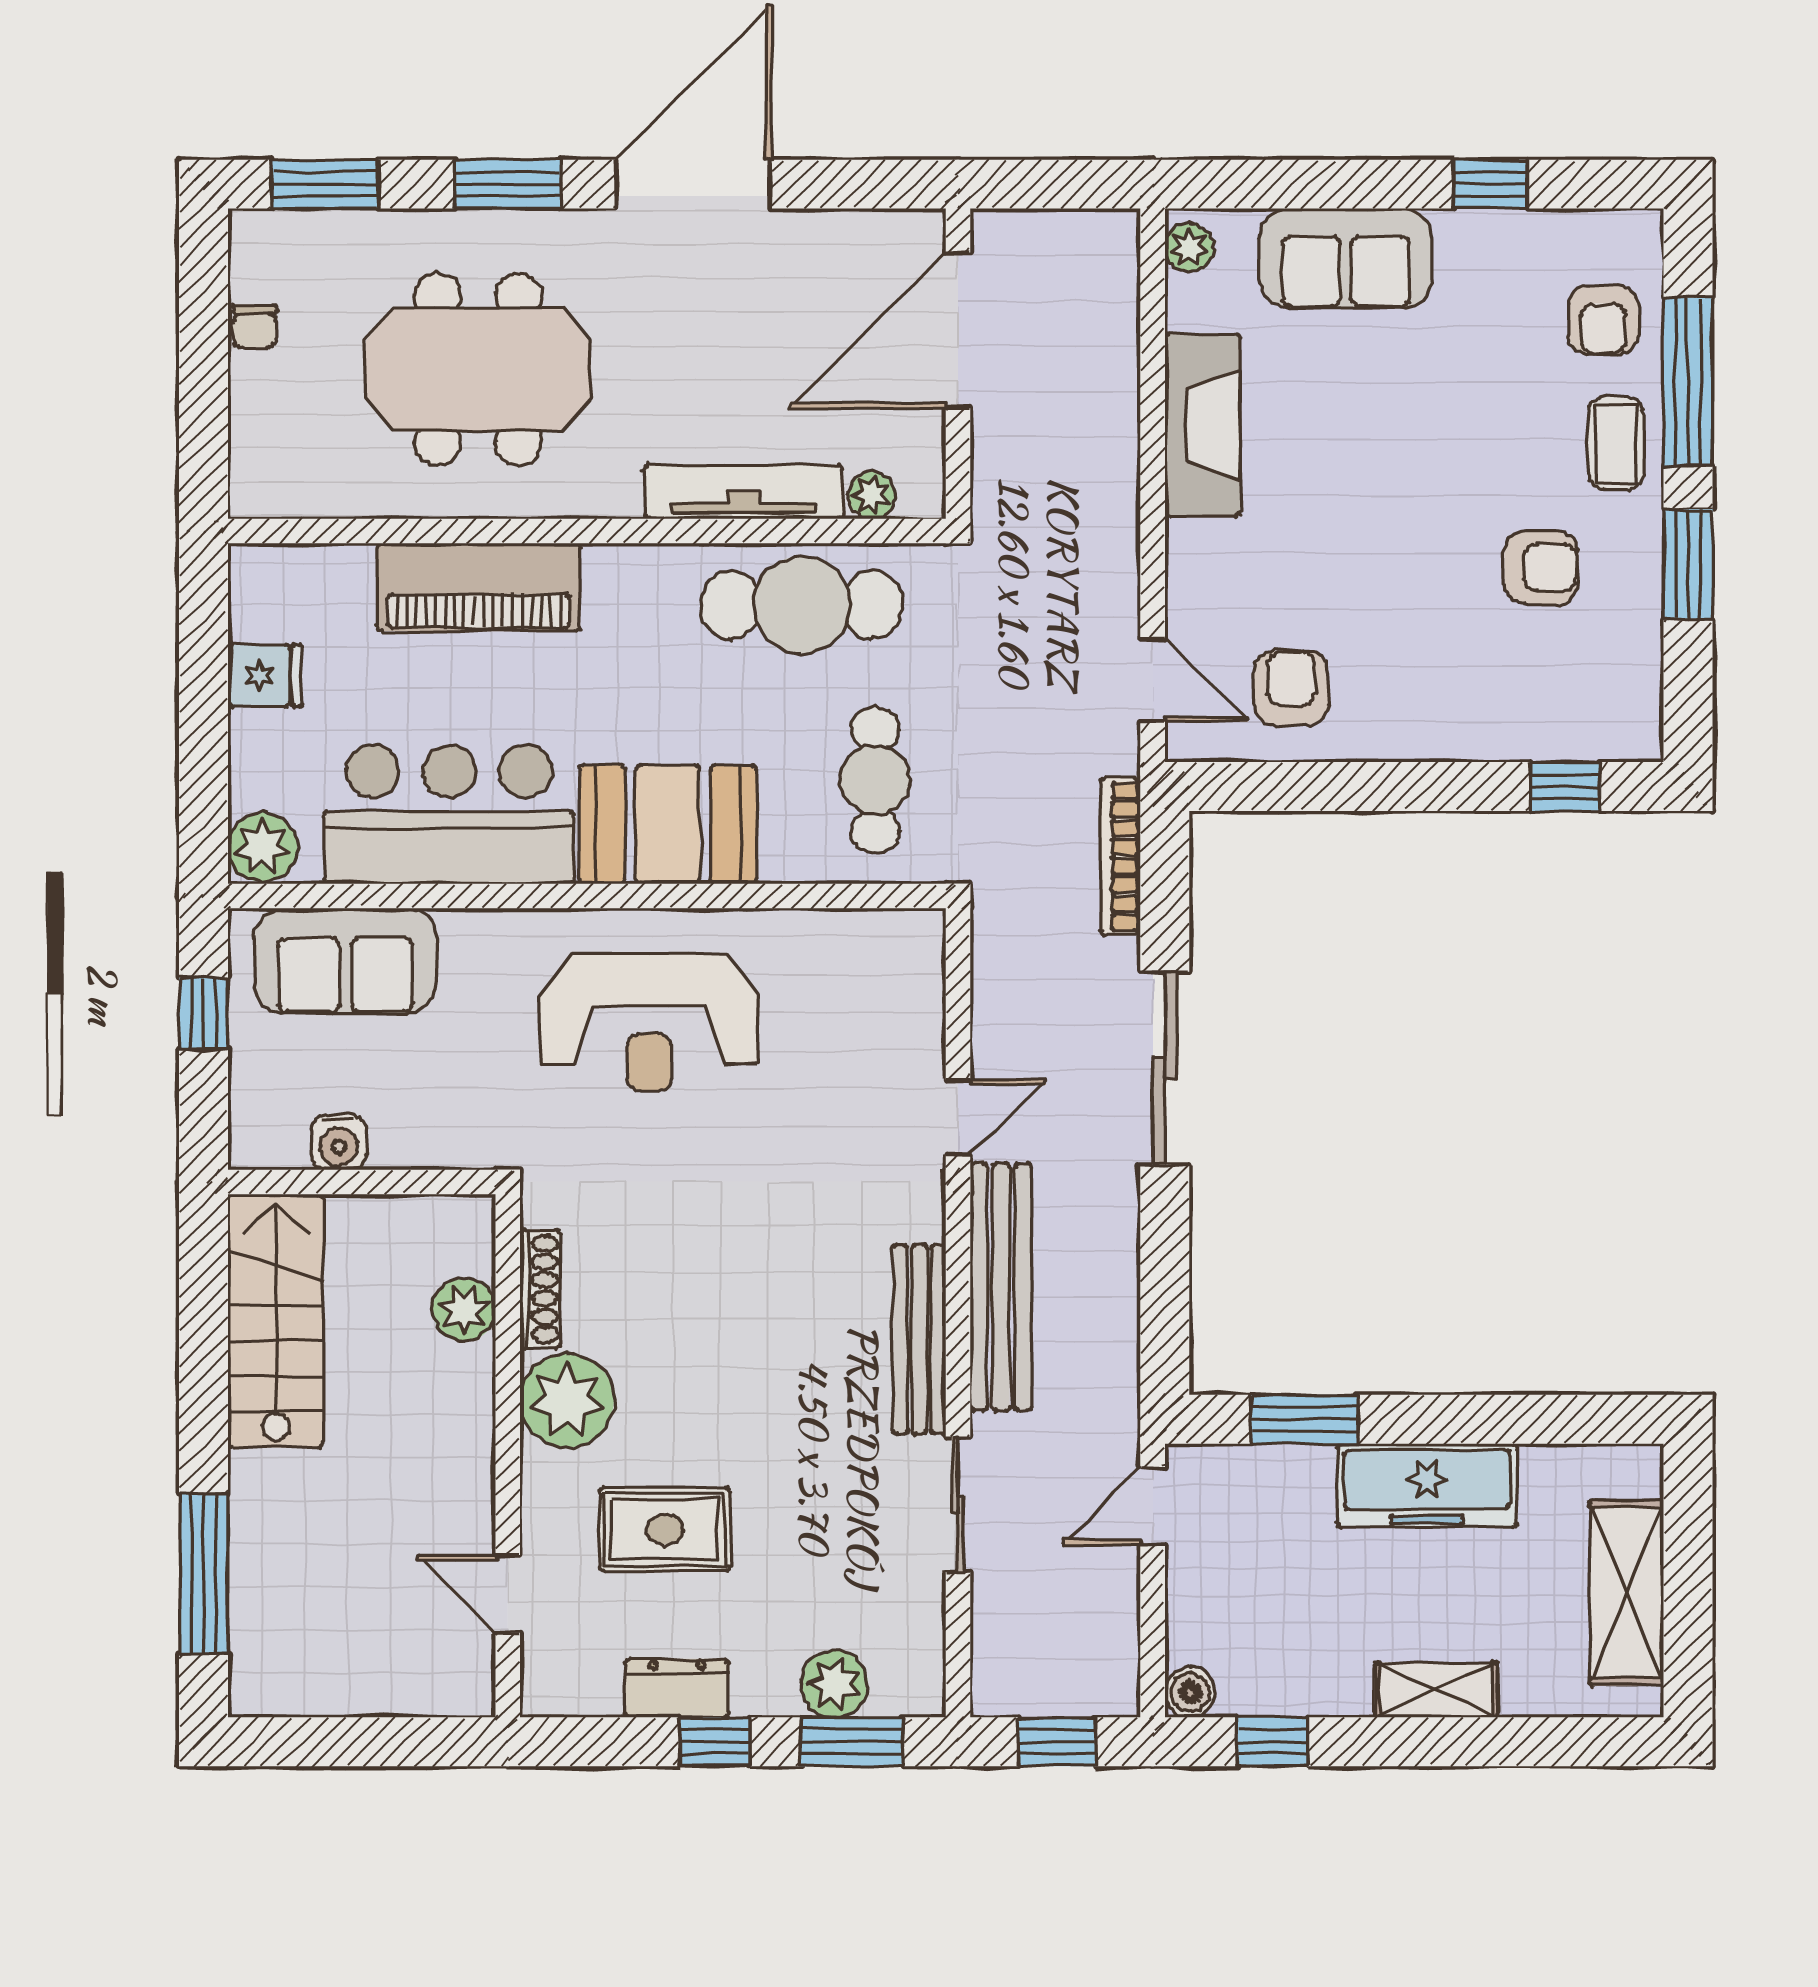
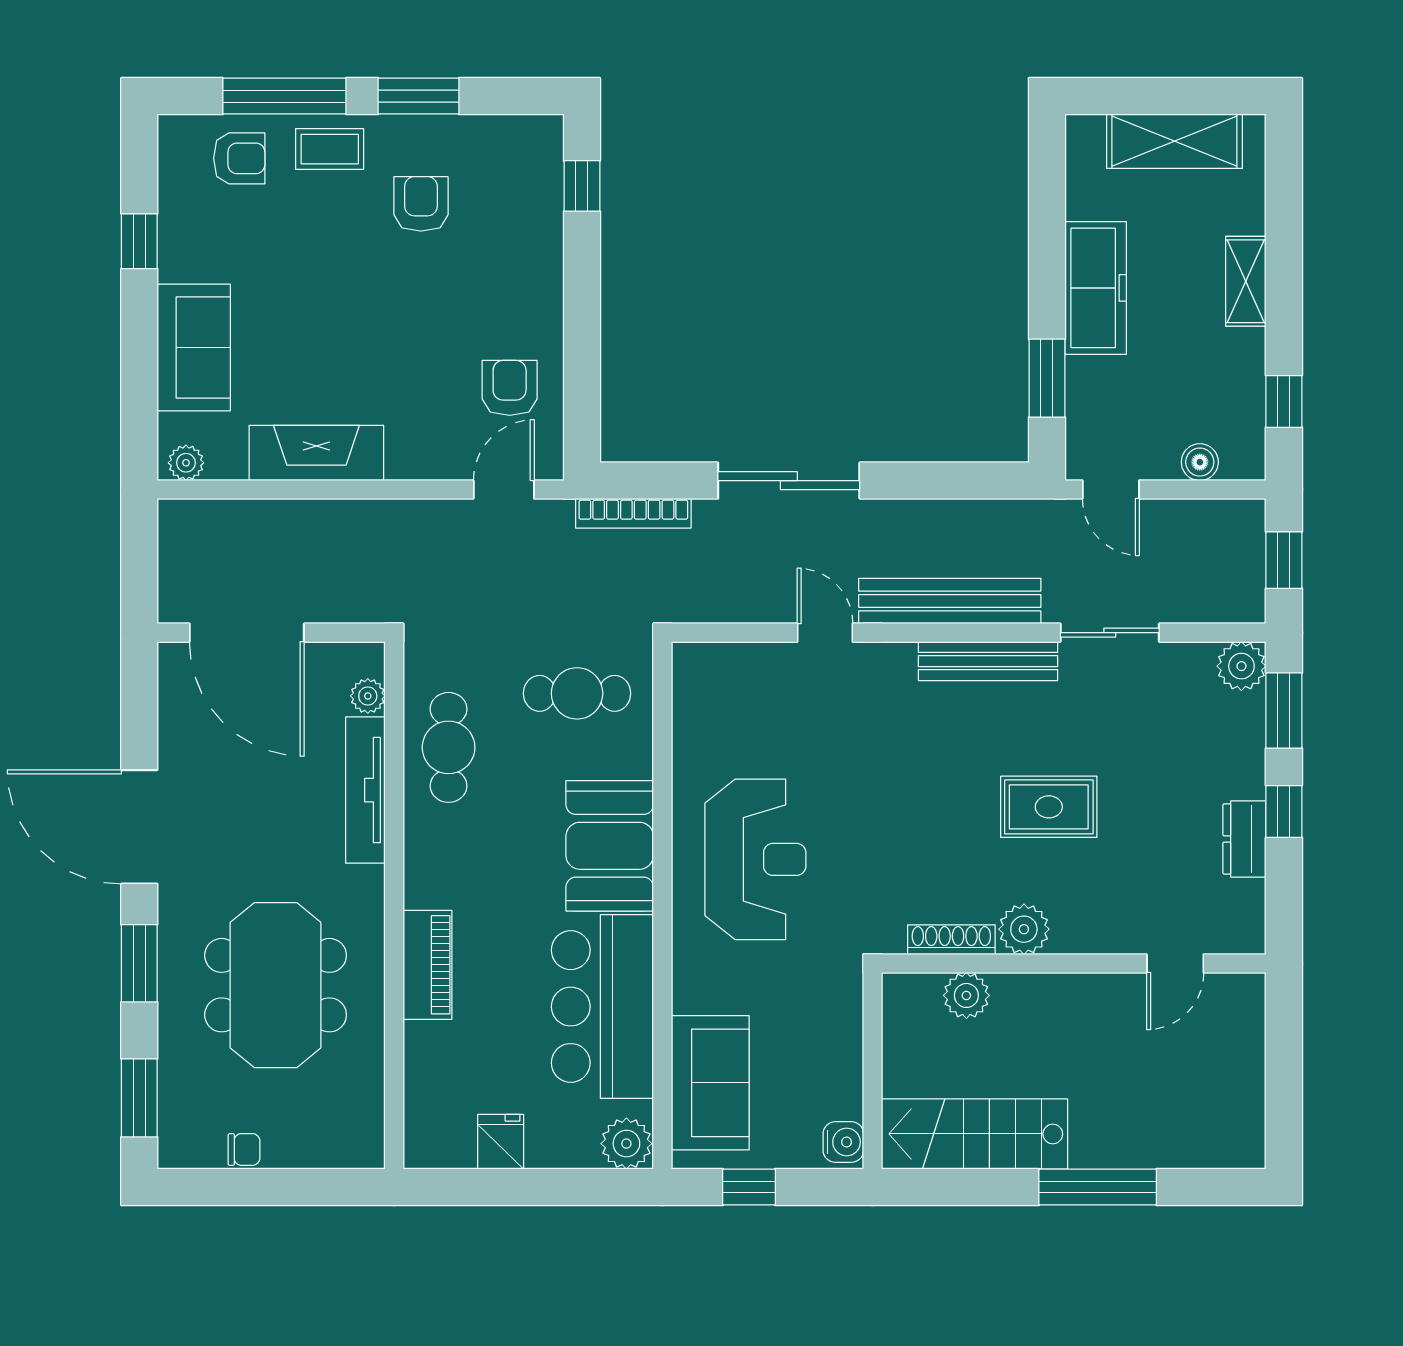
piano: (479, 587) -> (427, 965), width x0.73, depth x0.75
cafe table: (802, 605) -> (449, 747), width x0.73, depth x0.74
armchair: (1291, 688) -> (510, 388), turned 90
water cooler: (339, 1142) -> (843, 1142), moved
plant: (567, 1400) -> (1024, 929), width x0.73, depth x0.73
rug: (665, 1529) -> (1049, 807), moved, turned 90
window: (203, 1573) -> (1098, 1187), moved
plant: (834, 1684) -> (1241, 666), moved
boiler: (1190, 1692) -> (1200, 462), moved

